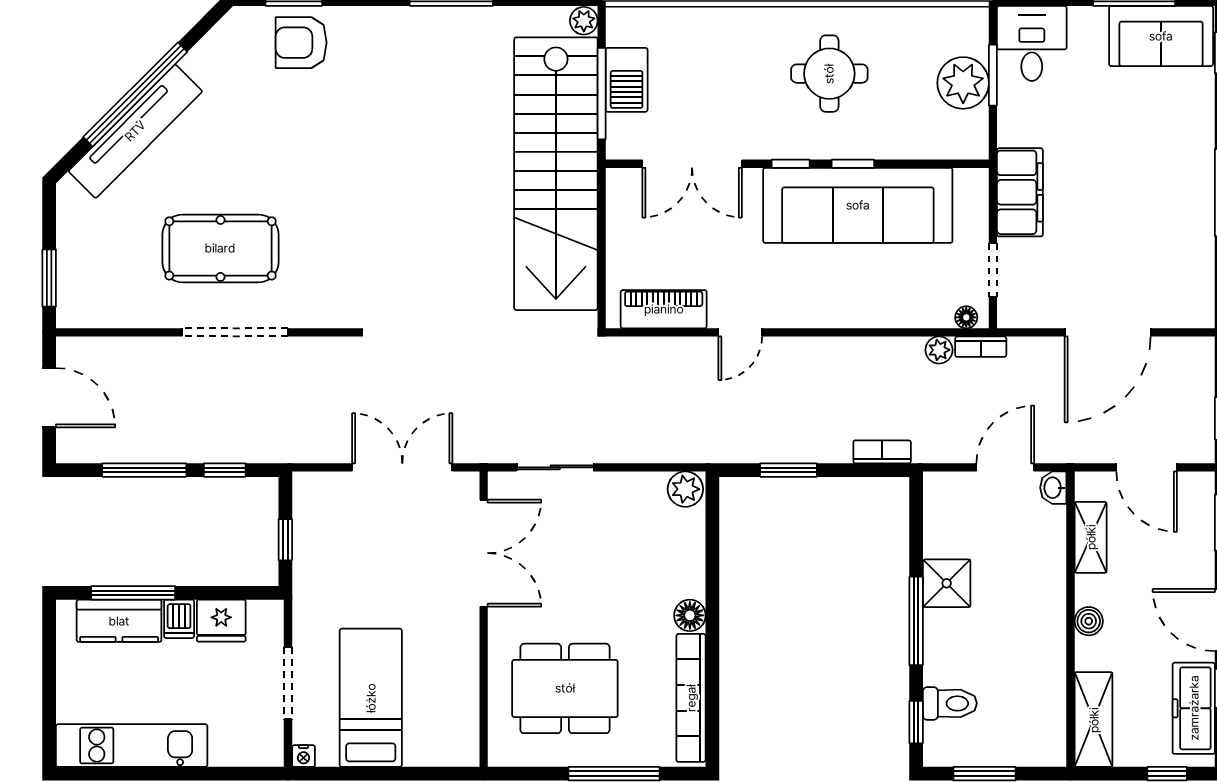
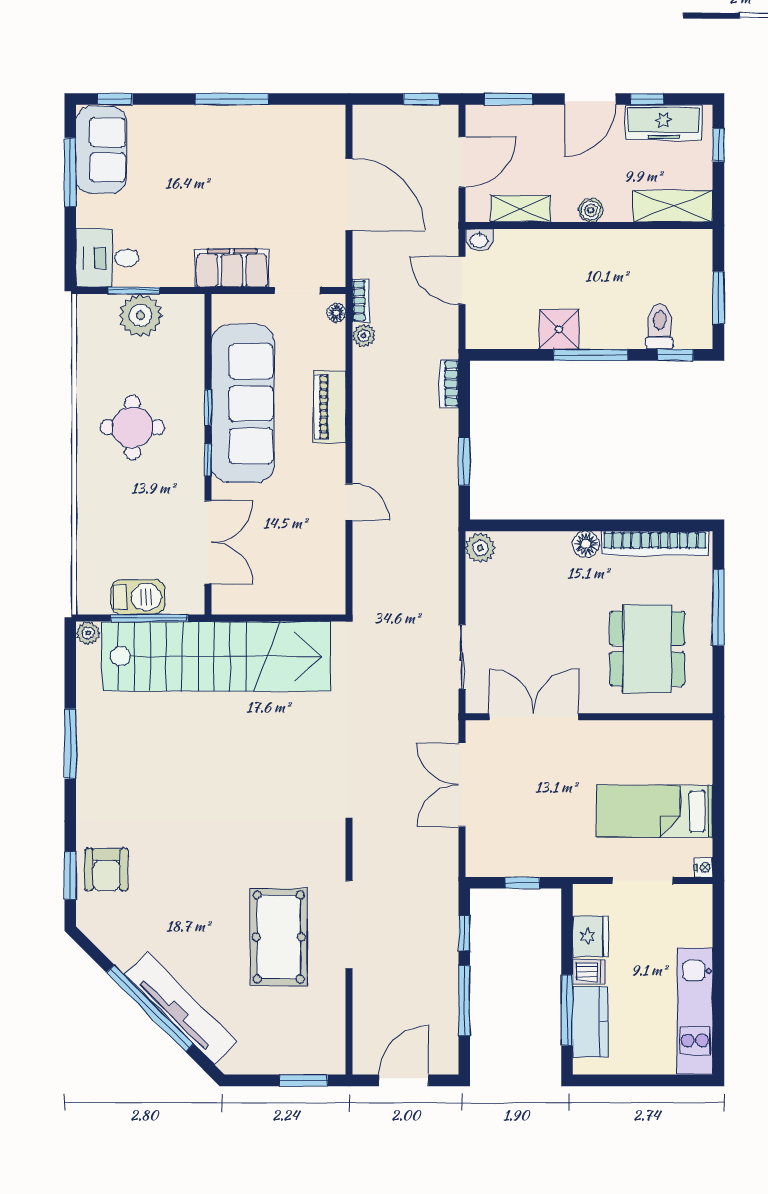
piano: (664, 309) -> (330, 407), moved

